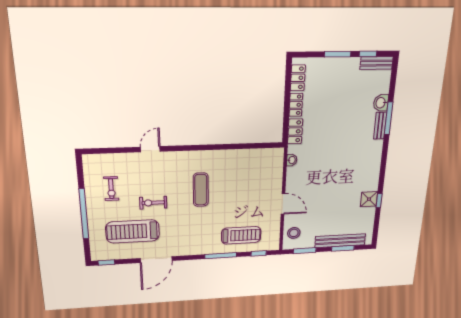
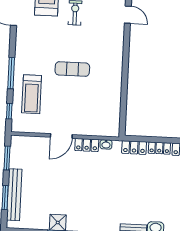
locker: (292, 179) -> (87, 145), added
exercise mat: (201, 190) -> (72, 69), moved
stool: (294, 233) -> (28, 147), removed

